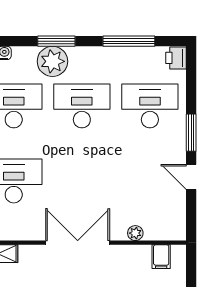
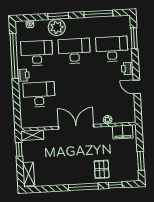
printer: (176, 58) -> (127, 69), moved
window: (191, 133) -> (134, 38), moved
filing cabinet: (161, 257) -> (123, 132), width x2.00

